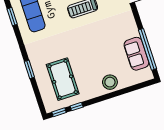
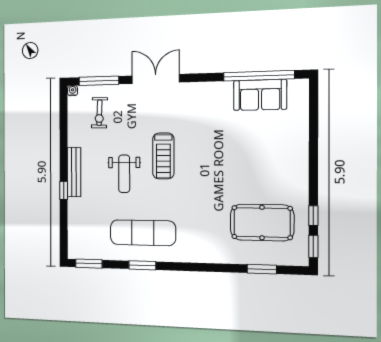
window: (29, 69) -> (262, 269), moved
stool: (110, 82) -> (291, 150), removed

